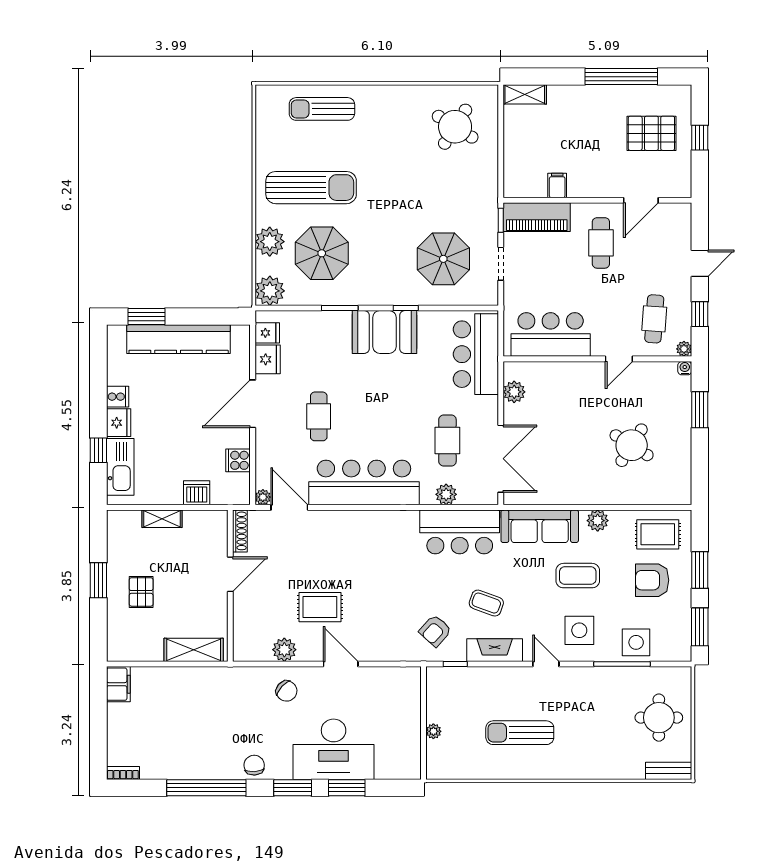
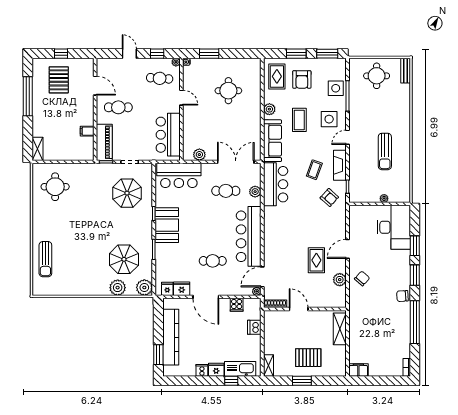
round table: (455, 127) -> (55, 187), turned -32
sun lounger: (311, 188) -> (88, 265), removed
round table: (632, 445) -> (228, 91), turned -32
shelving: (162, 519) -> (268, 366), moved
pallet: (141, 592) -> (308, 358), width x1.50, depth x1.42
desk: (334, 749) -> (394, 227), moved

